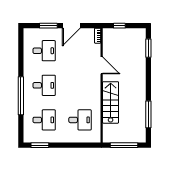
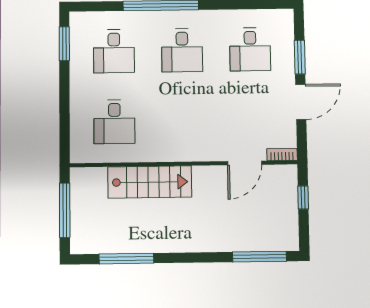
door: (71, 26) -> (301, 102), swing flipped
window: (148, 48) -> (260, 257), width x1.44
door: (102, 65) -> (245, 163), moved

